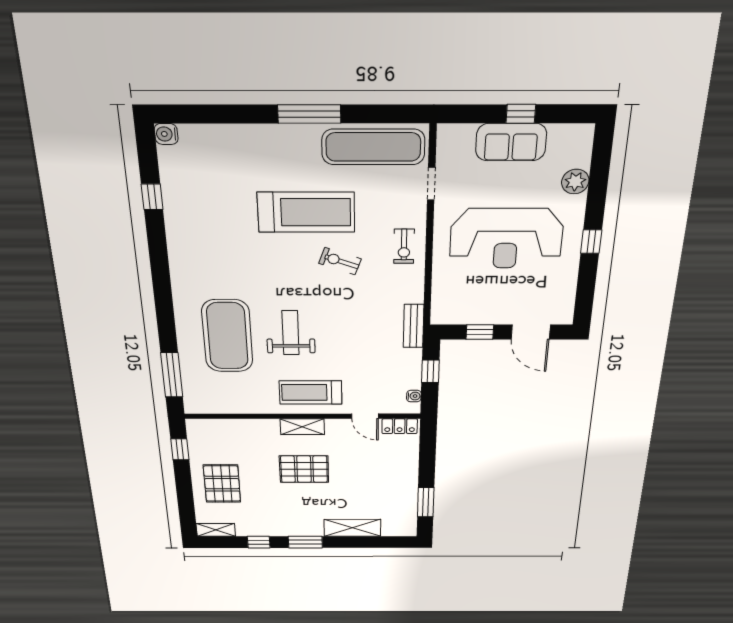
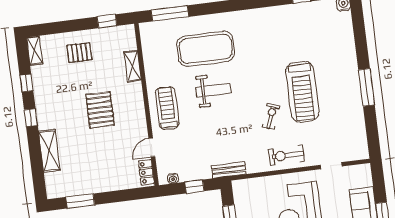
exercise mat: (373, 147) -> (351, 127), removed
exercise bike: (404, 246) -> (286, 155), width x1.38, depth x1.39
shelving: (302, 427) -> (133, 66), moved
pallet: (222, 484) -> (79, 53), width x0.67, depth x0.71
window: (305, 542) -> (31, 118), width x0.67

